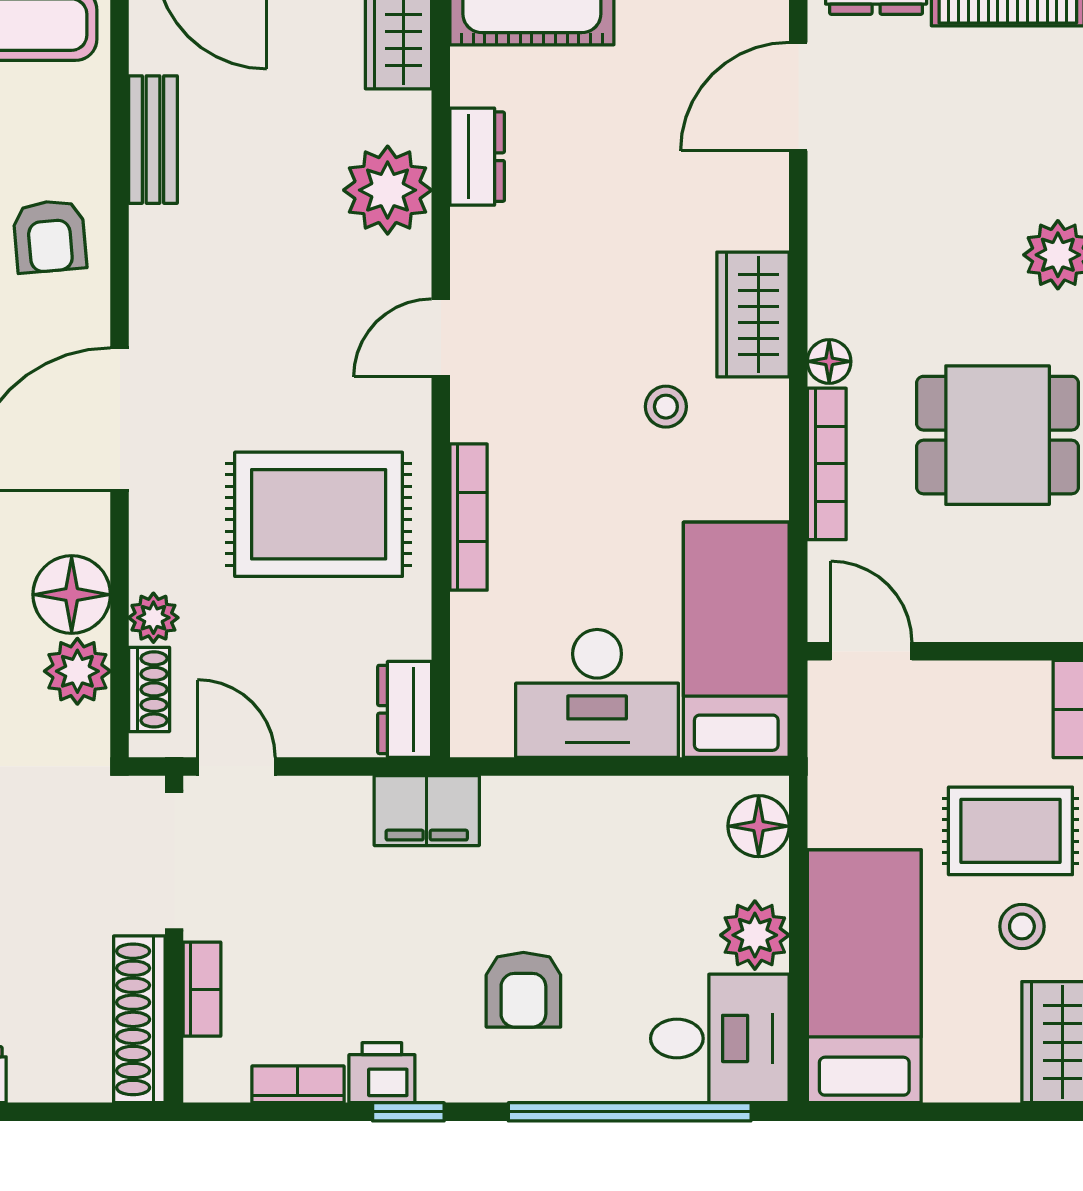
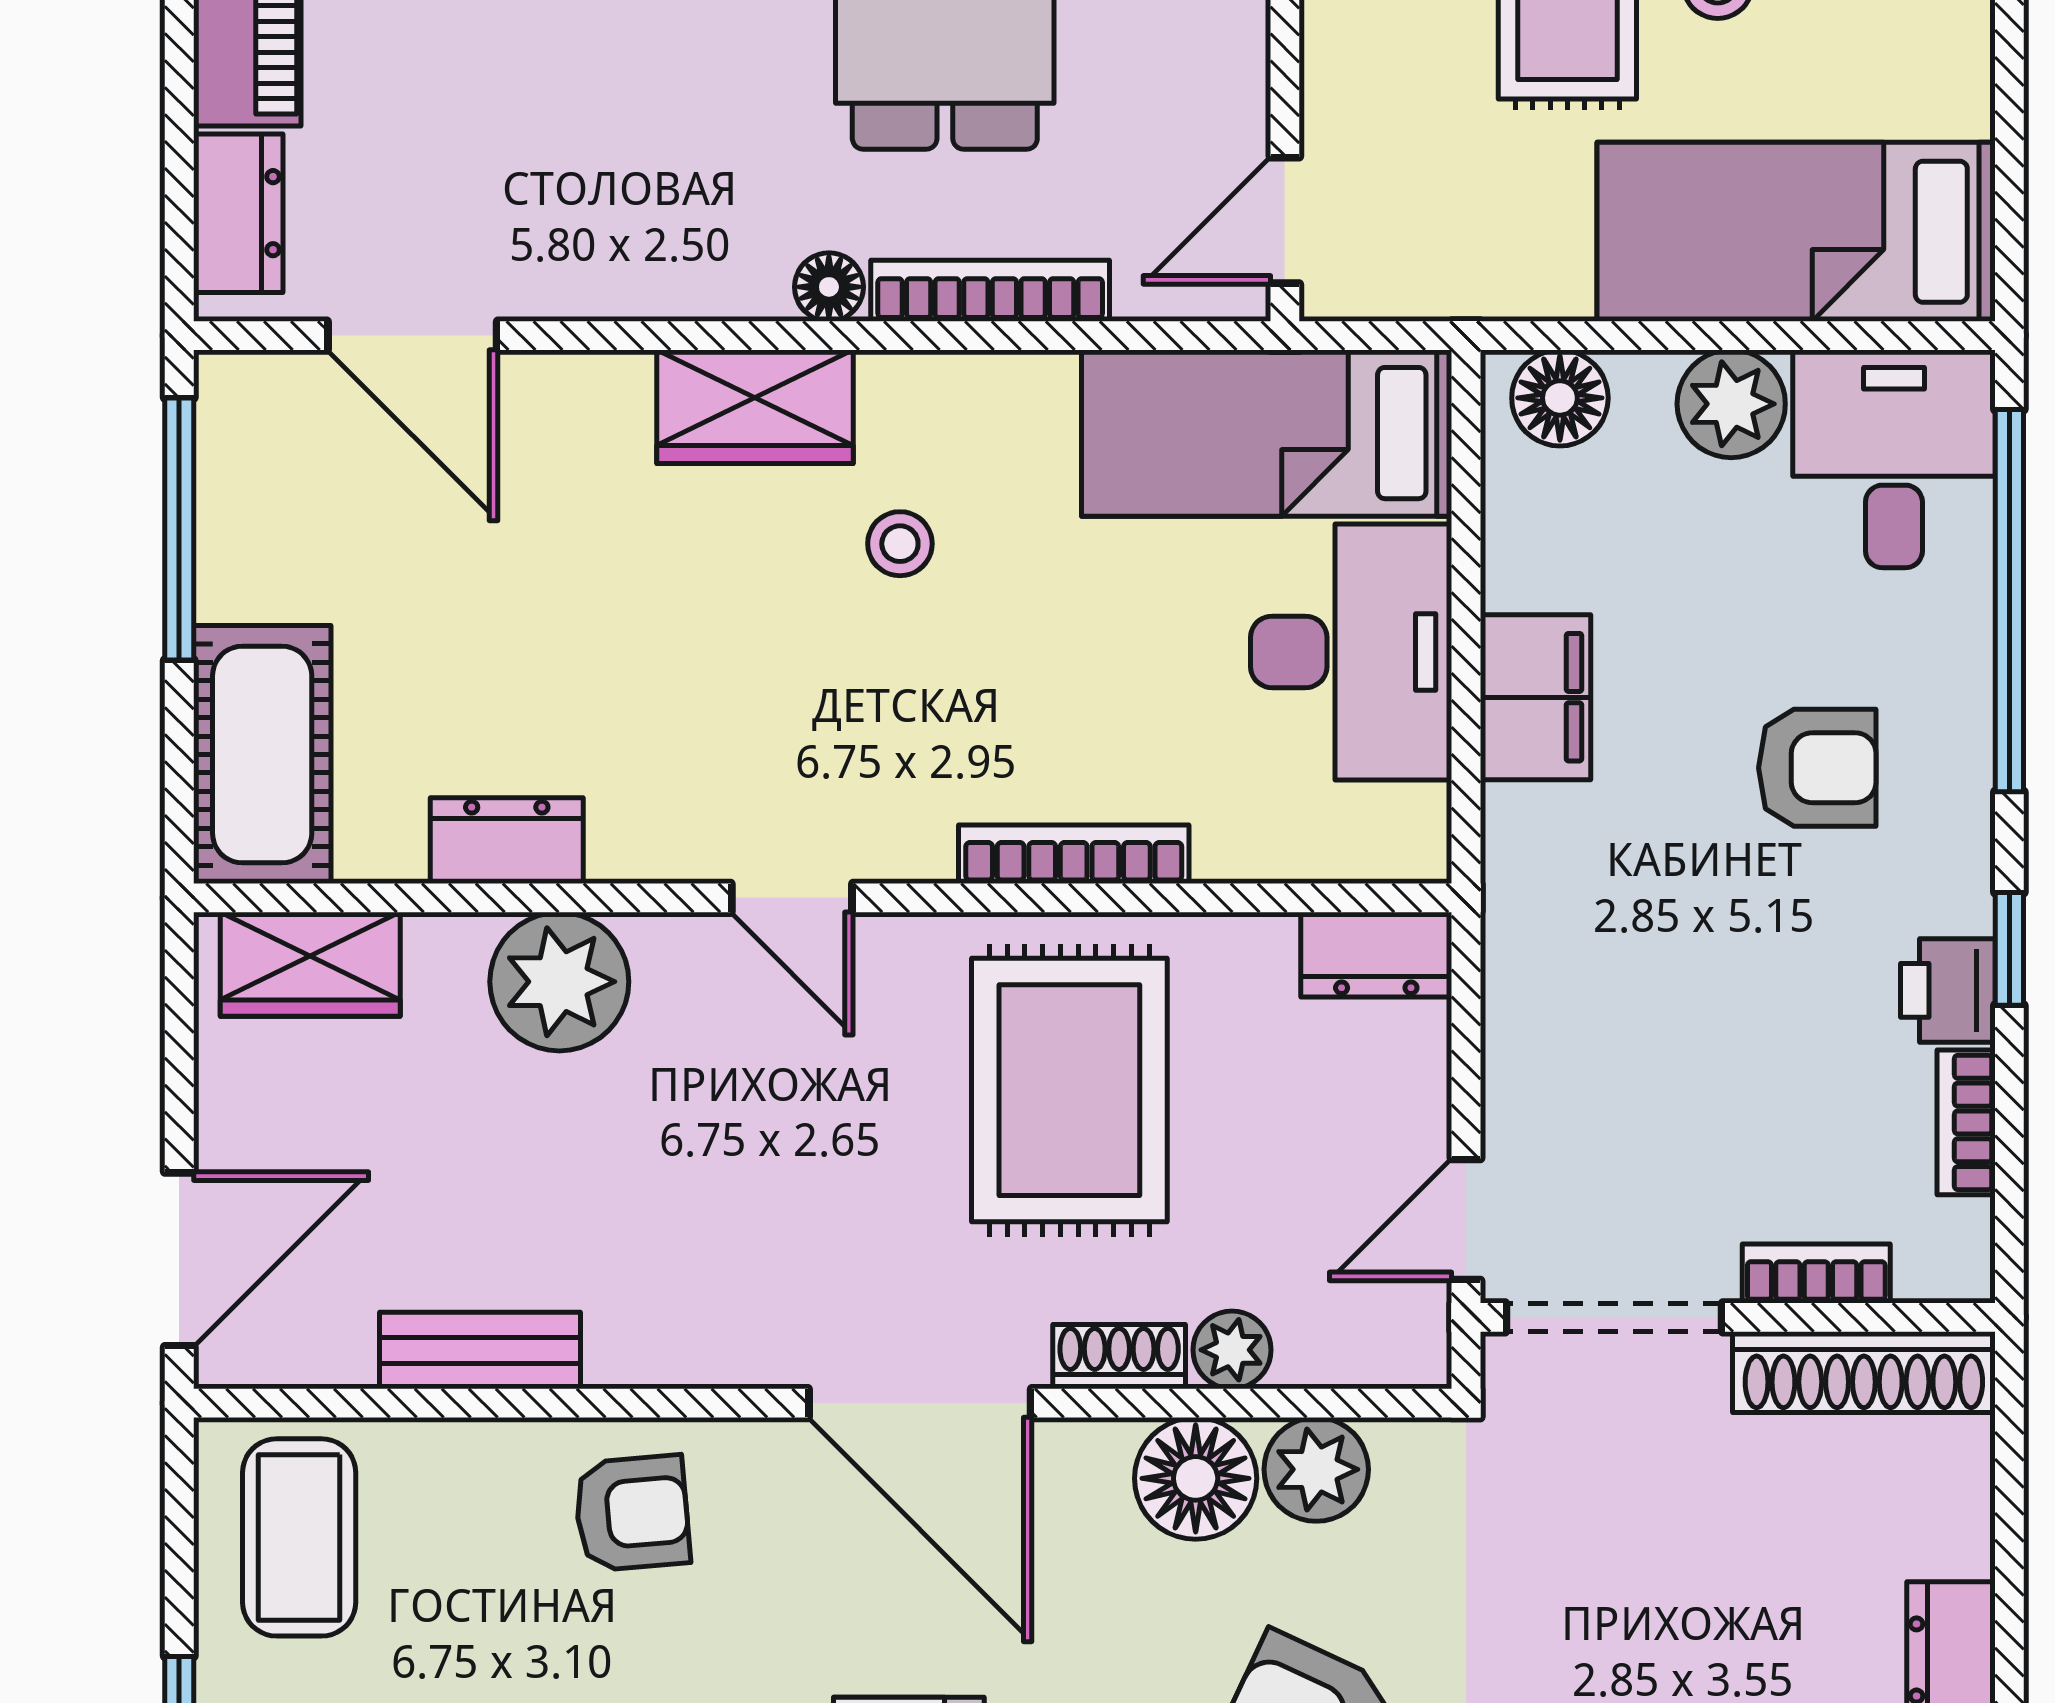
shoe rack: (149, 689) -> (1119, 1357), moved
filing cabinet: (427, 811) -> (1535, 697), moved

